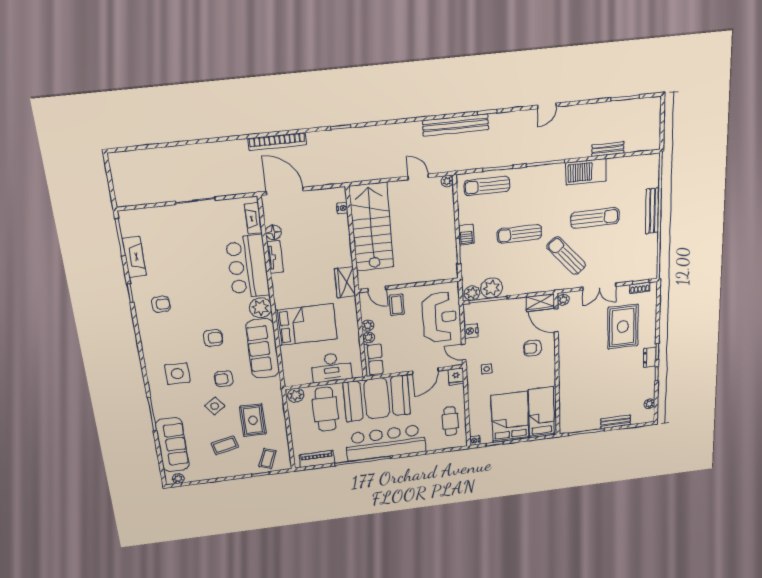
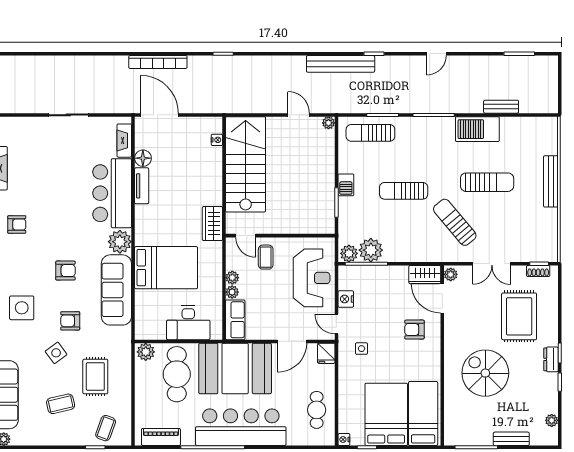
spiral stairs: (594, 375) -> (485, 373), added

